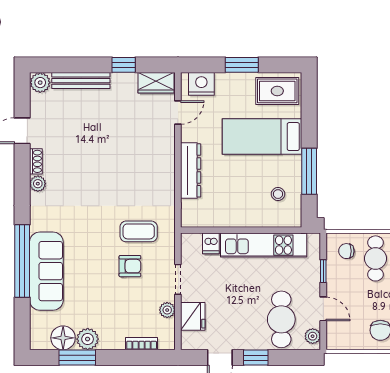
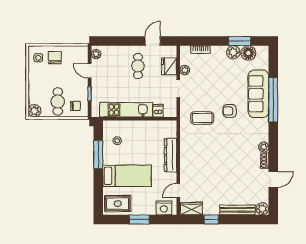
armchair: (130, 266) -> (230, 111), moved
cafe table: (281, 319) -> (138, 66), moved, width x0.73, depth x0.74
window: (256, 358) -> (131, 41), removed

